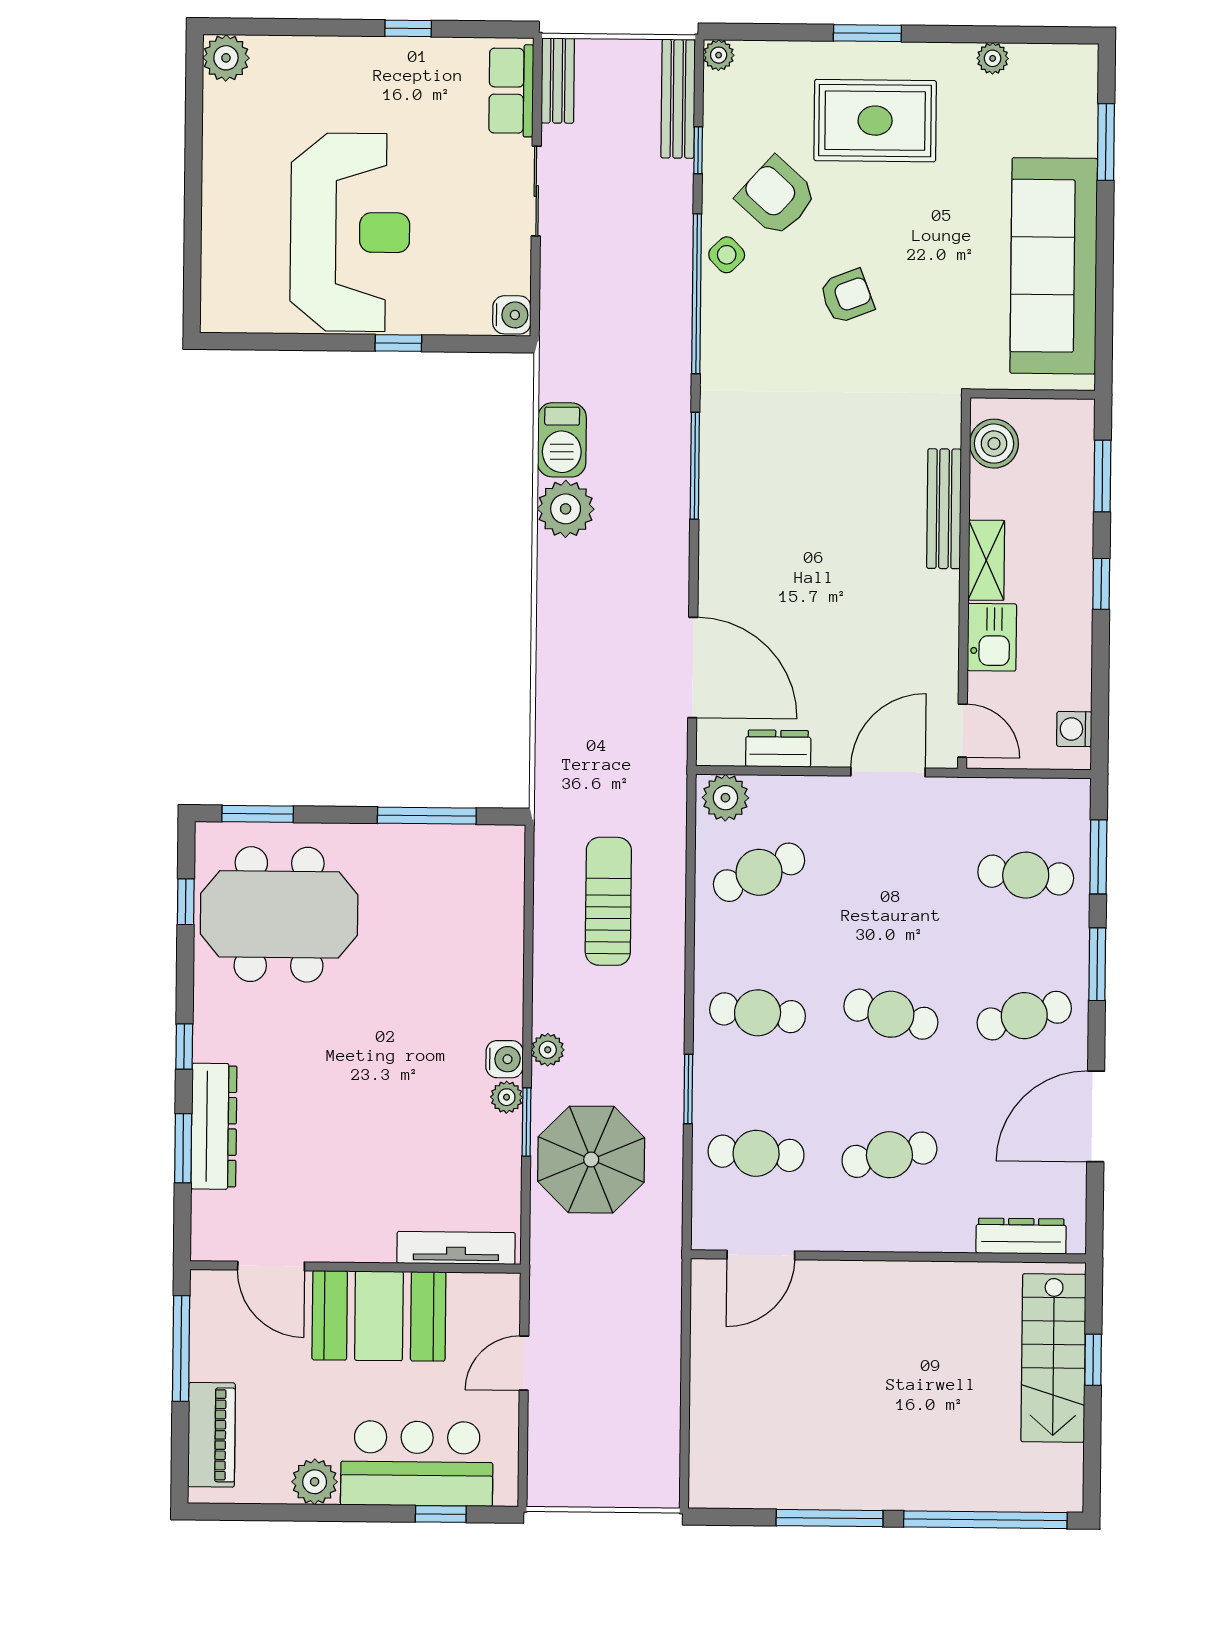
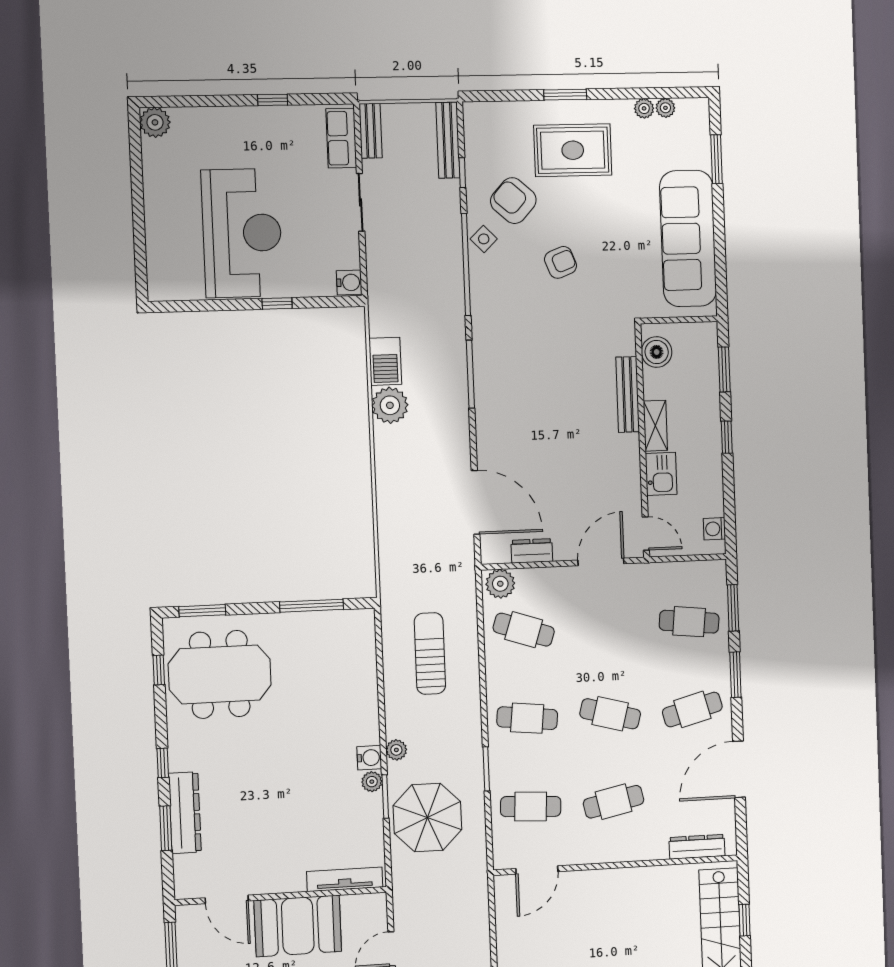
plant: (719, 55) -> (665, 108), moved
cafe table: (759, 872) -> (524, 630), turned 42

